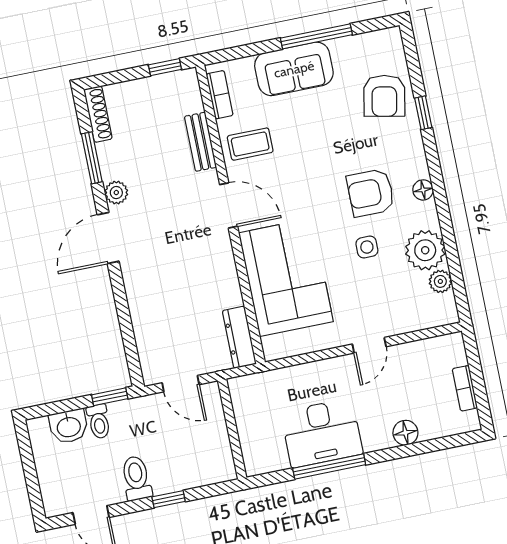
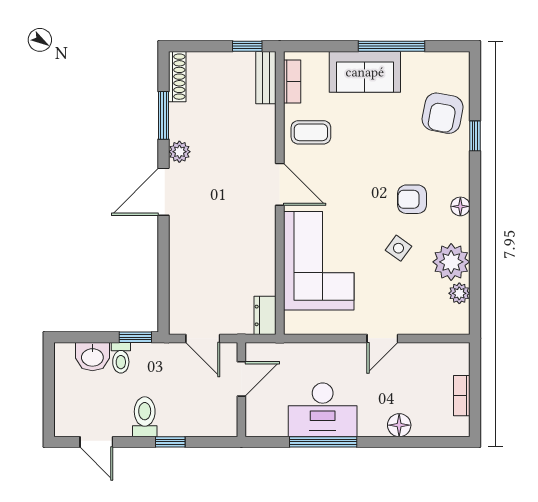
bench: (200, 142) -> (266, 78), moved
armchair: (371, 193) -> (412, 199), width x0.72, depth x0.72
side table: (367, 247) -> (398, 248), turned 36
dresser: (239, 337) -> (265, 315), width x0.70
door: (230, 418) -> (241, 379), added

